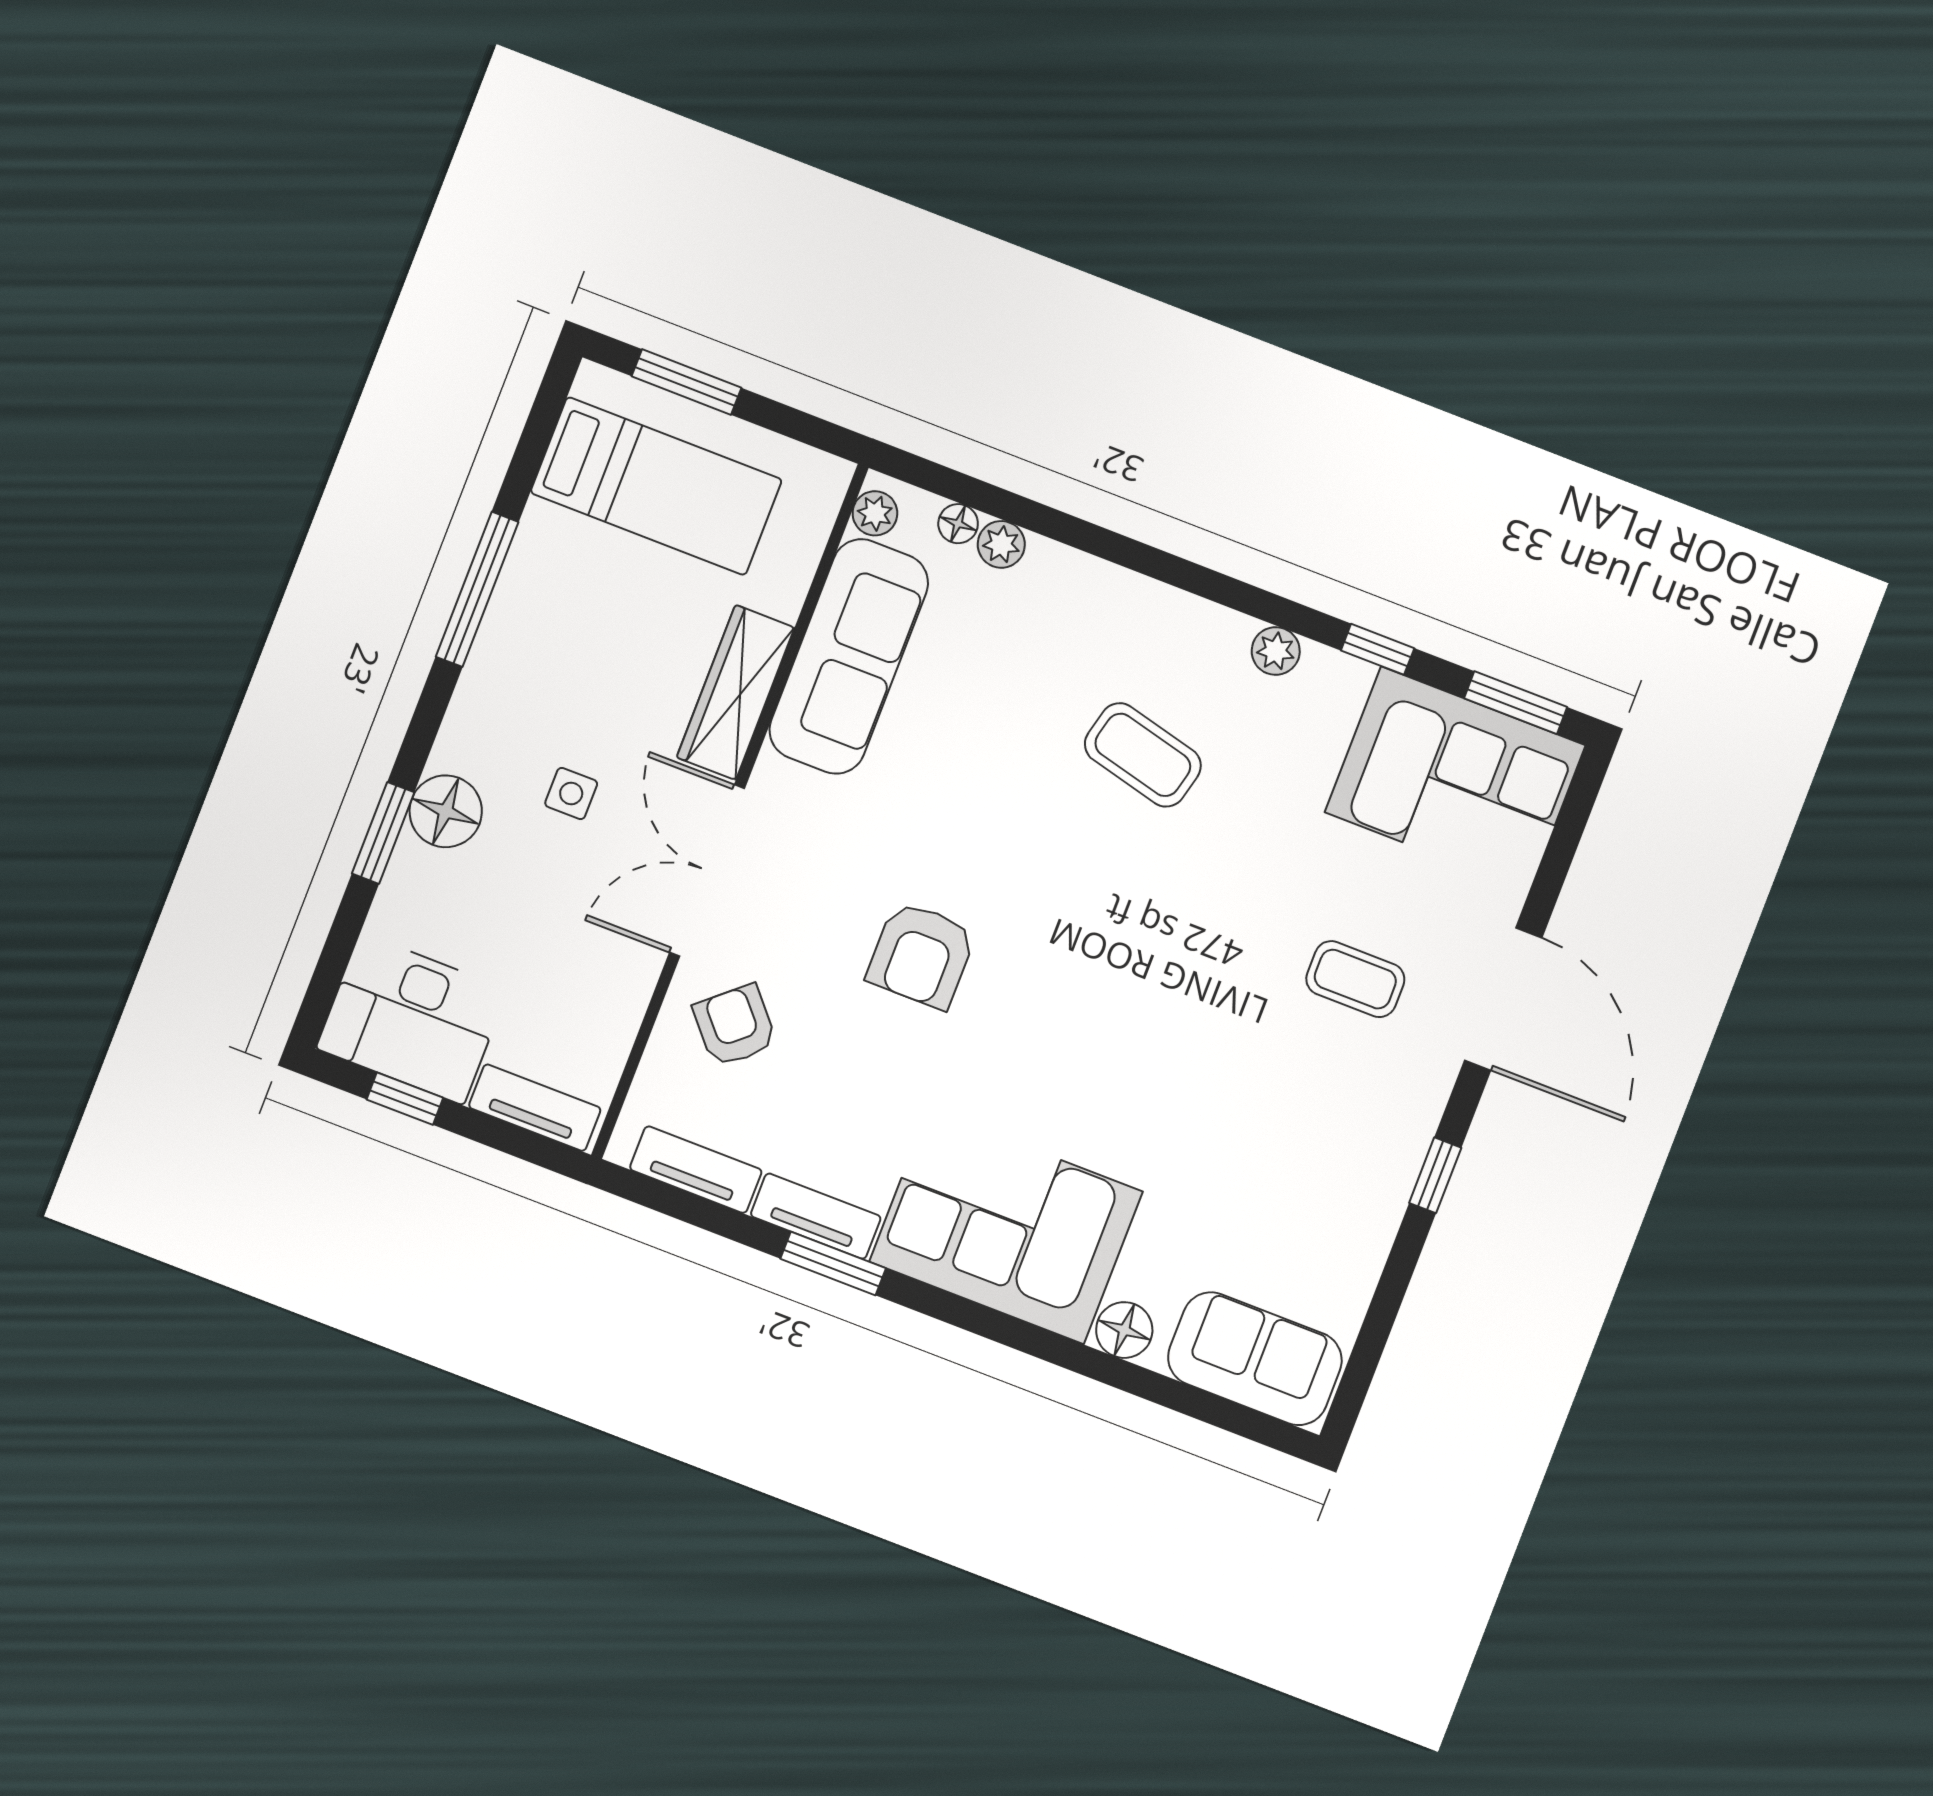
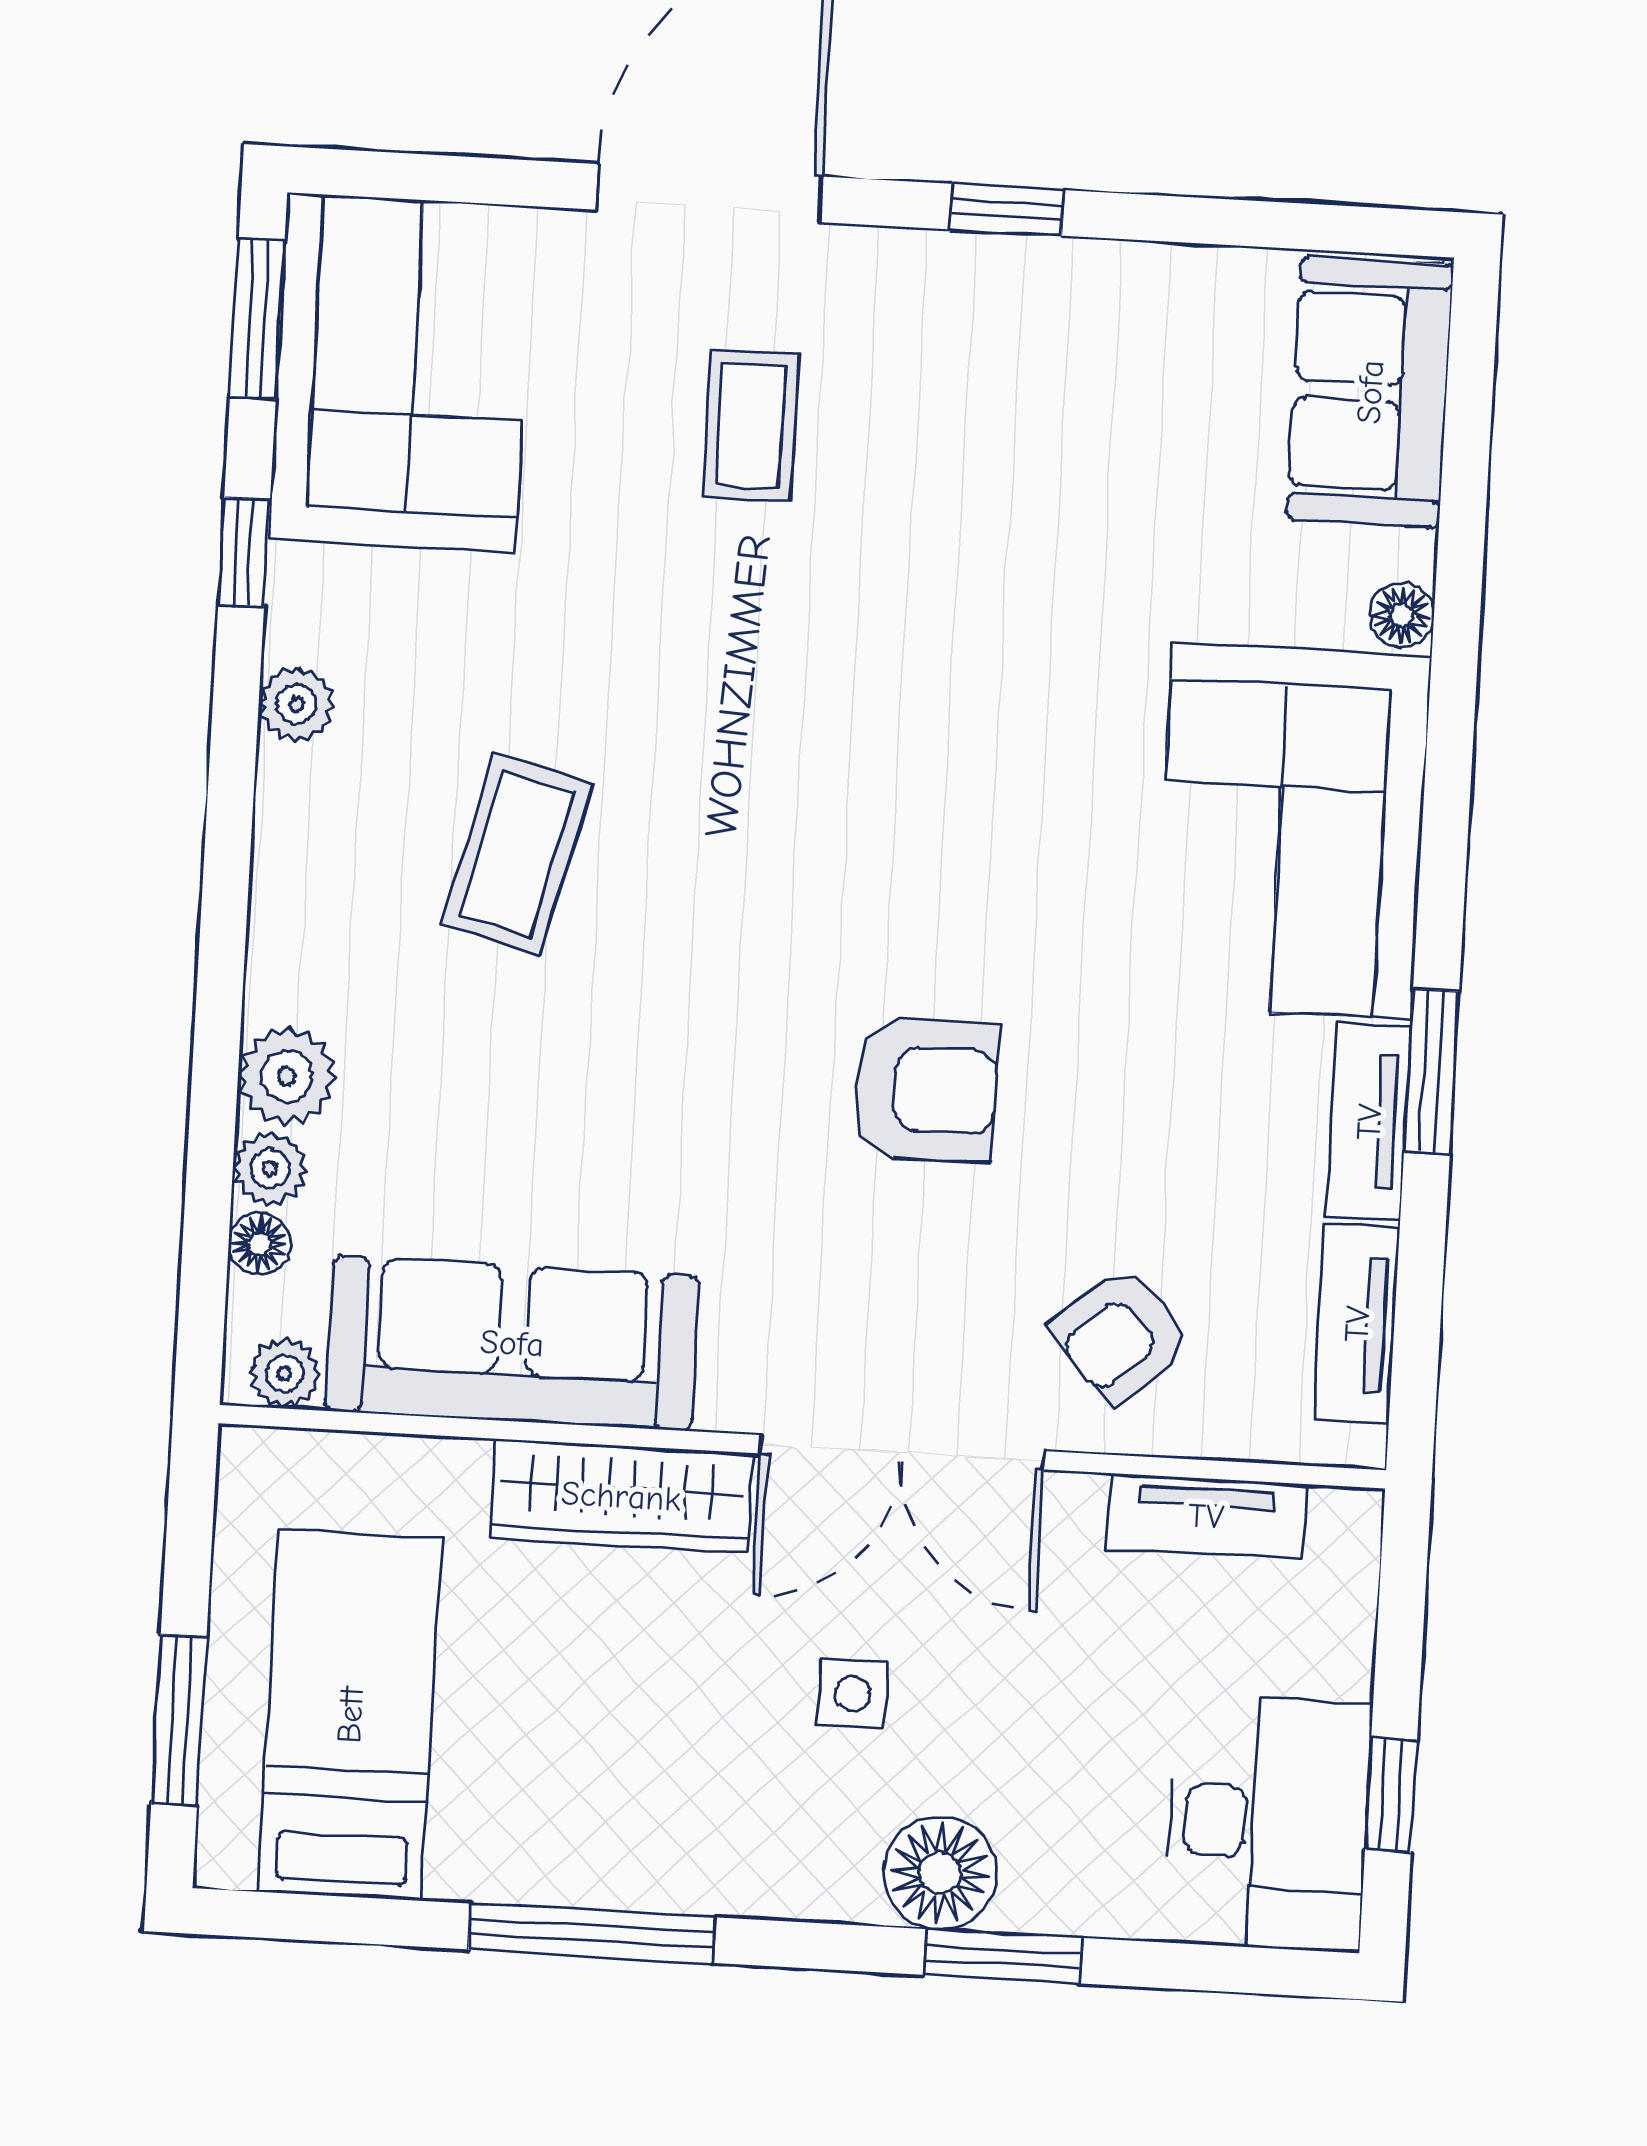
plant: (1054, 573) -> (287, 1076), added
tv unit: (535, 1108) -> (1206, 1516), moved, turned -90
floor lamp: (1124, 1330) -> (1402, 615), width x0.73, depth x0.73

